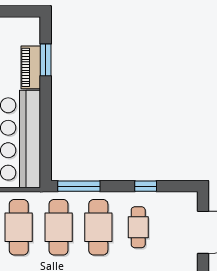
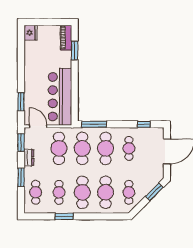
piano: (31, 67) -> (66, 38), moved
window: (146, 186) -> (144, 124), moved

